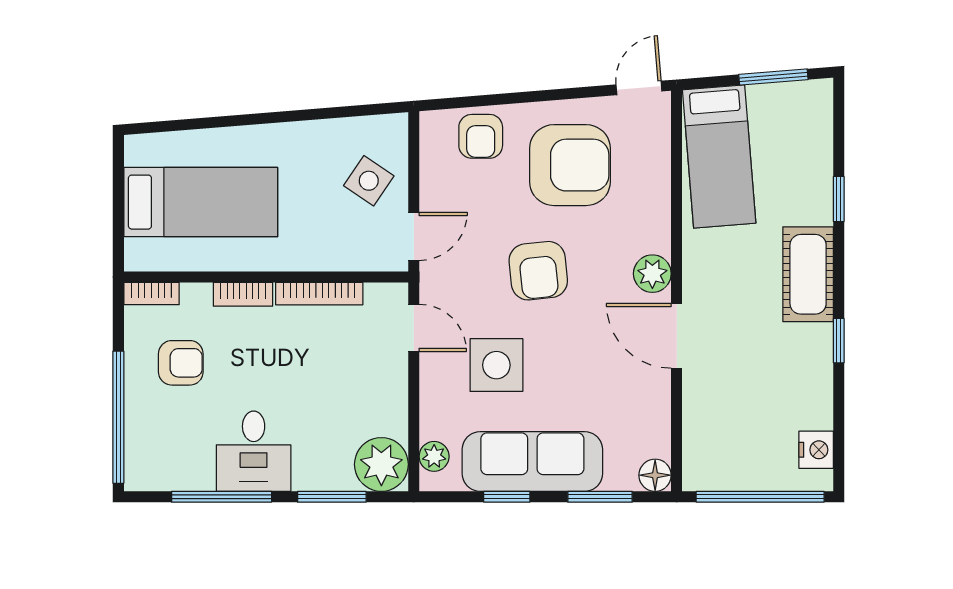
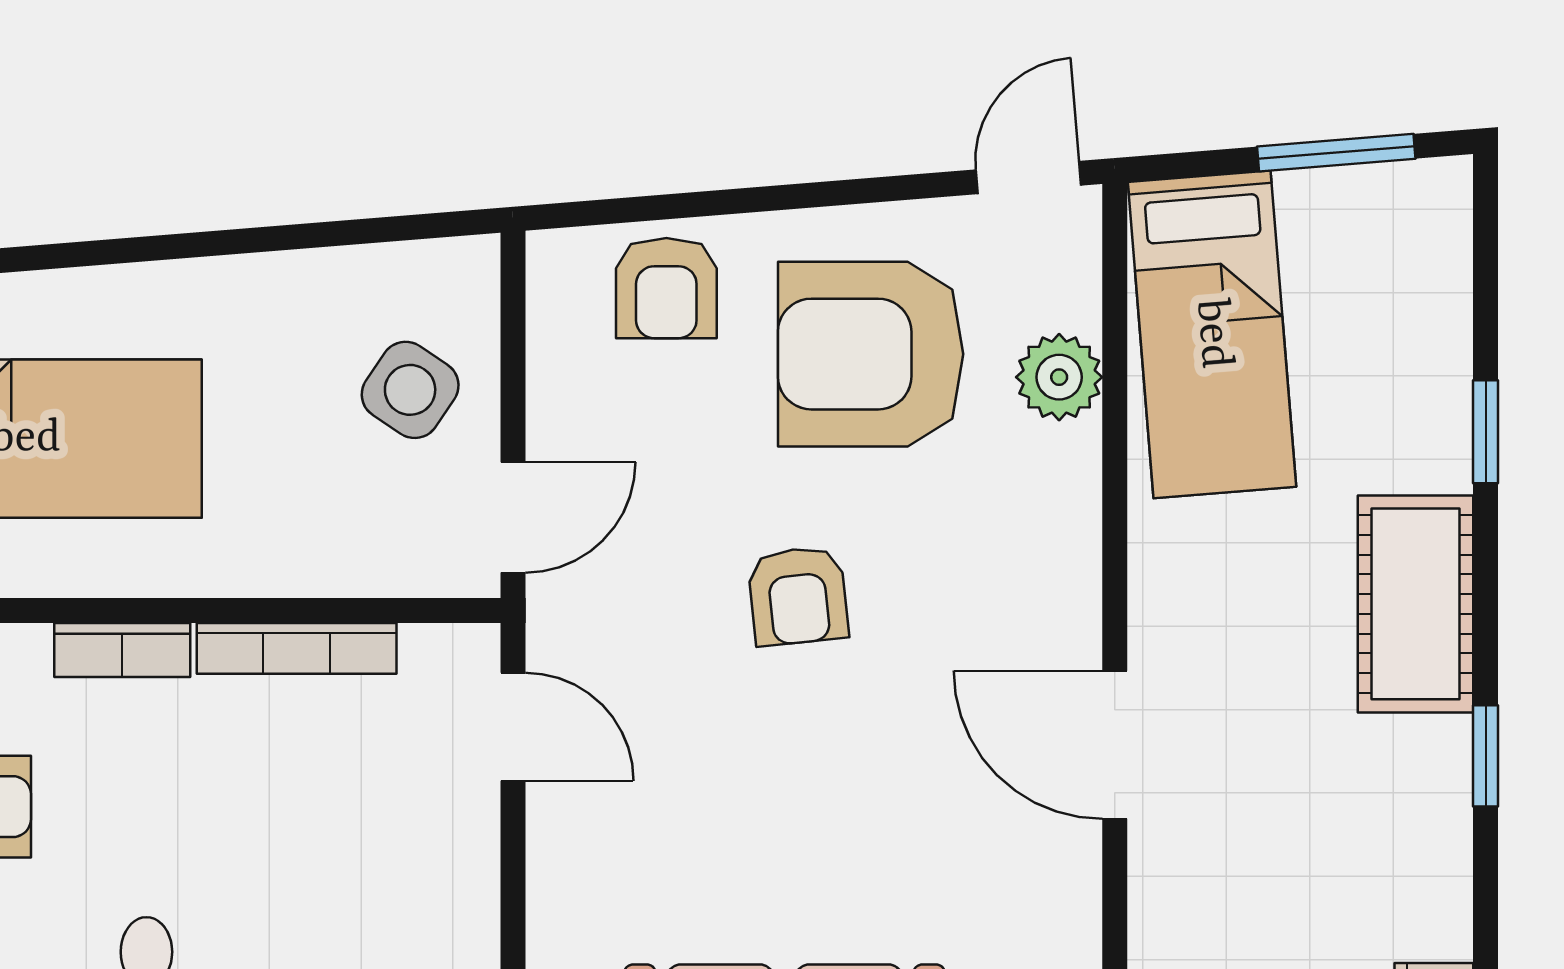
armchair: (570, 165) -> (871, 354), turned 180
armchair: (538, 271) -> (798, 596), width x0.72, depth x0.72
plant: (652, 274) -> (1059, 377), moved
side table: (496, 365) -> (702, 812), removed

